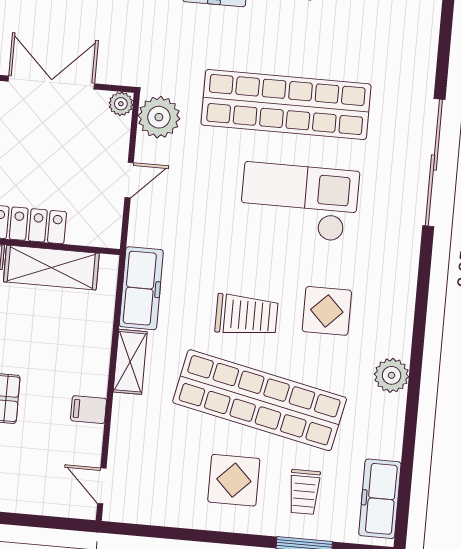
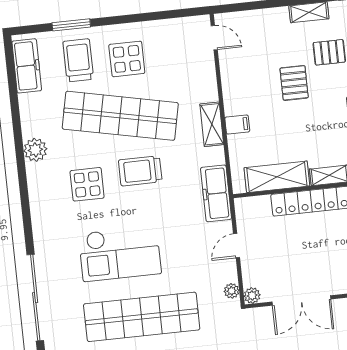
plant: (159, 117) -> (232, 291), width x0.53, depth x0.53
freezer: (141, 288) -> (216, 193), moved
filing cabinet: (88, 410) -> (237, 124), moved
trolley: (304, 492) -> (78, 60), width x1.36, depth x1.39

